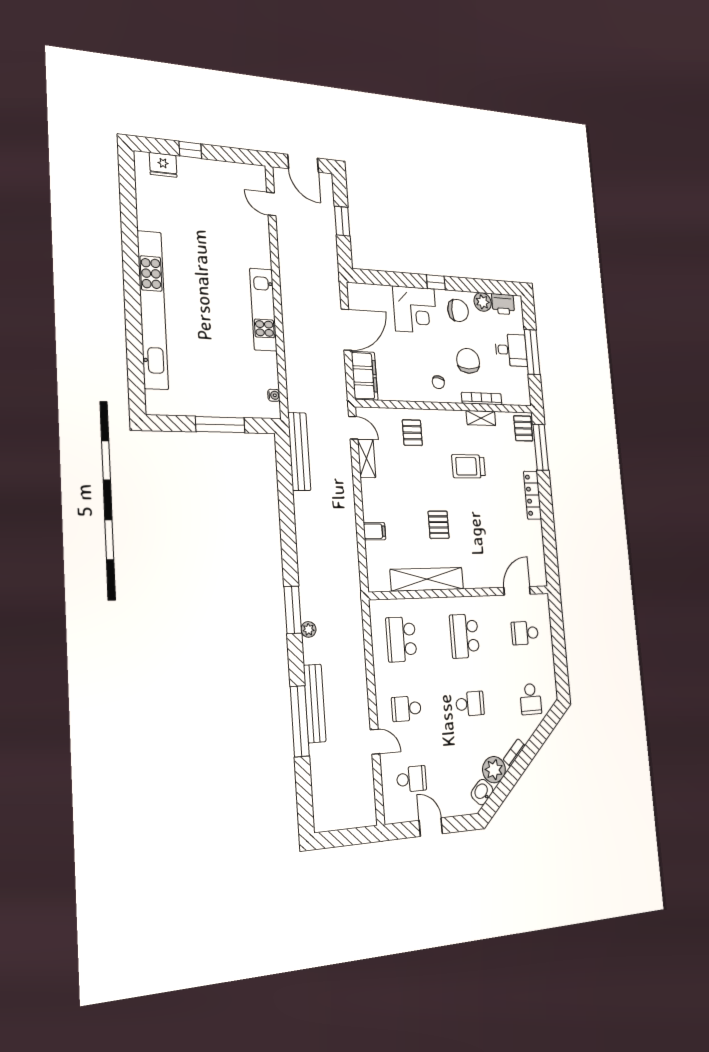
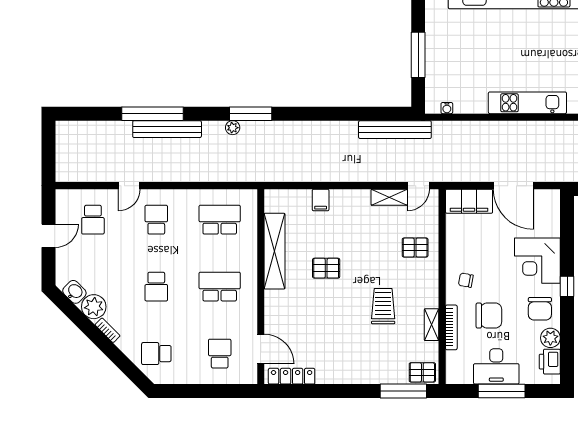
desk: (511, 350) -> (496, 366), width x1.37
locker: (532, 495) -> (292, 376), moved

